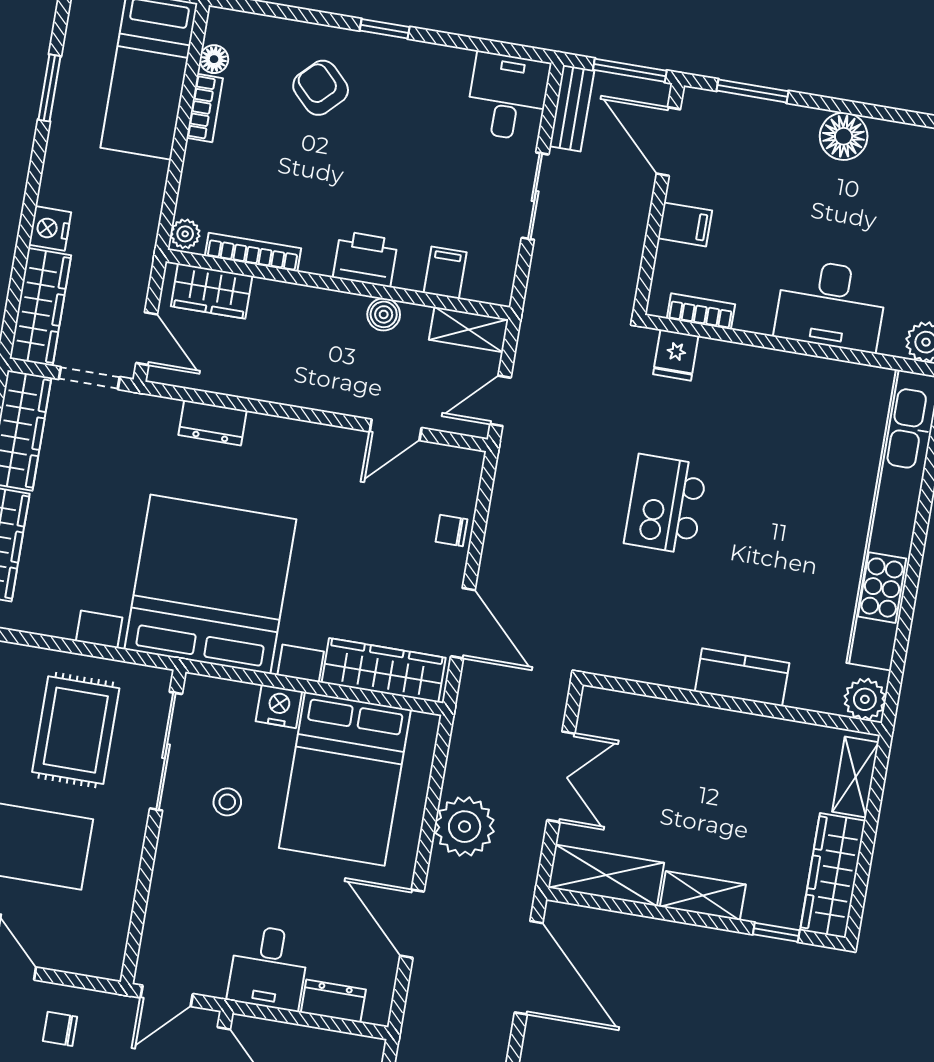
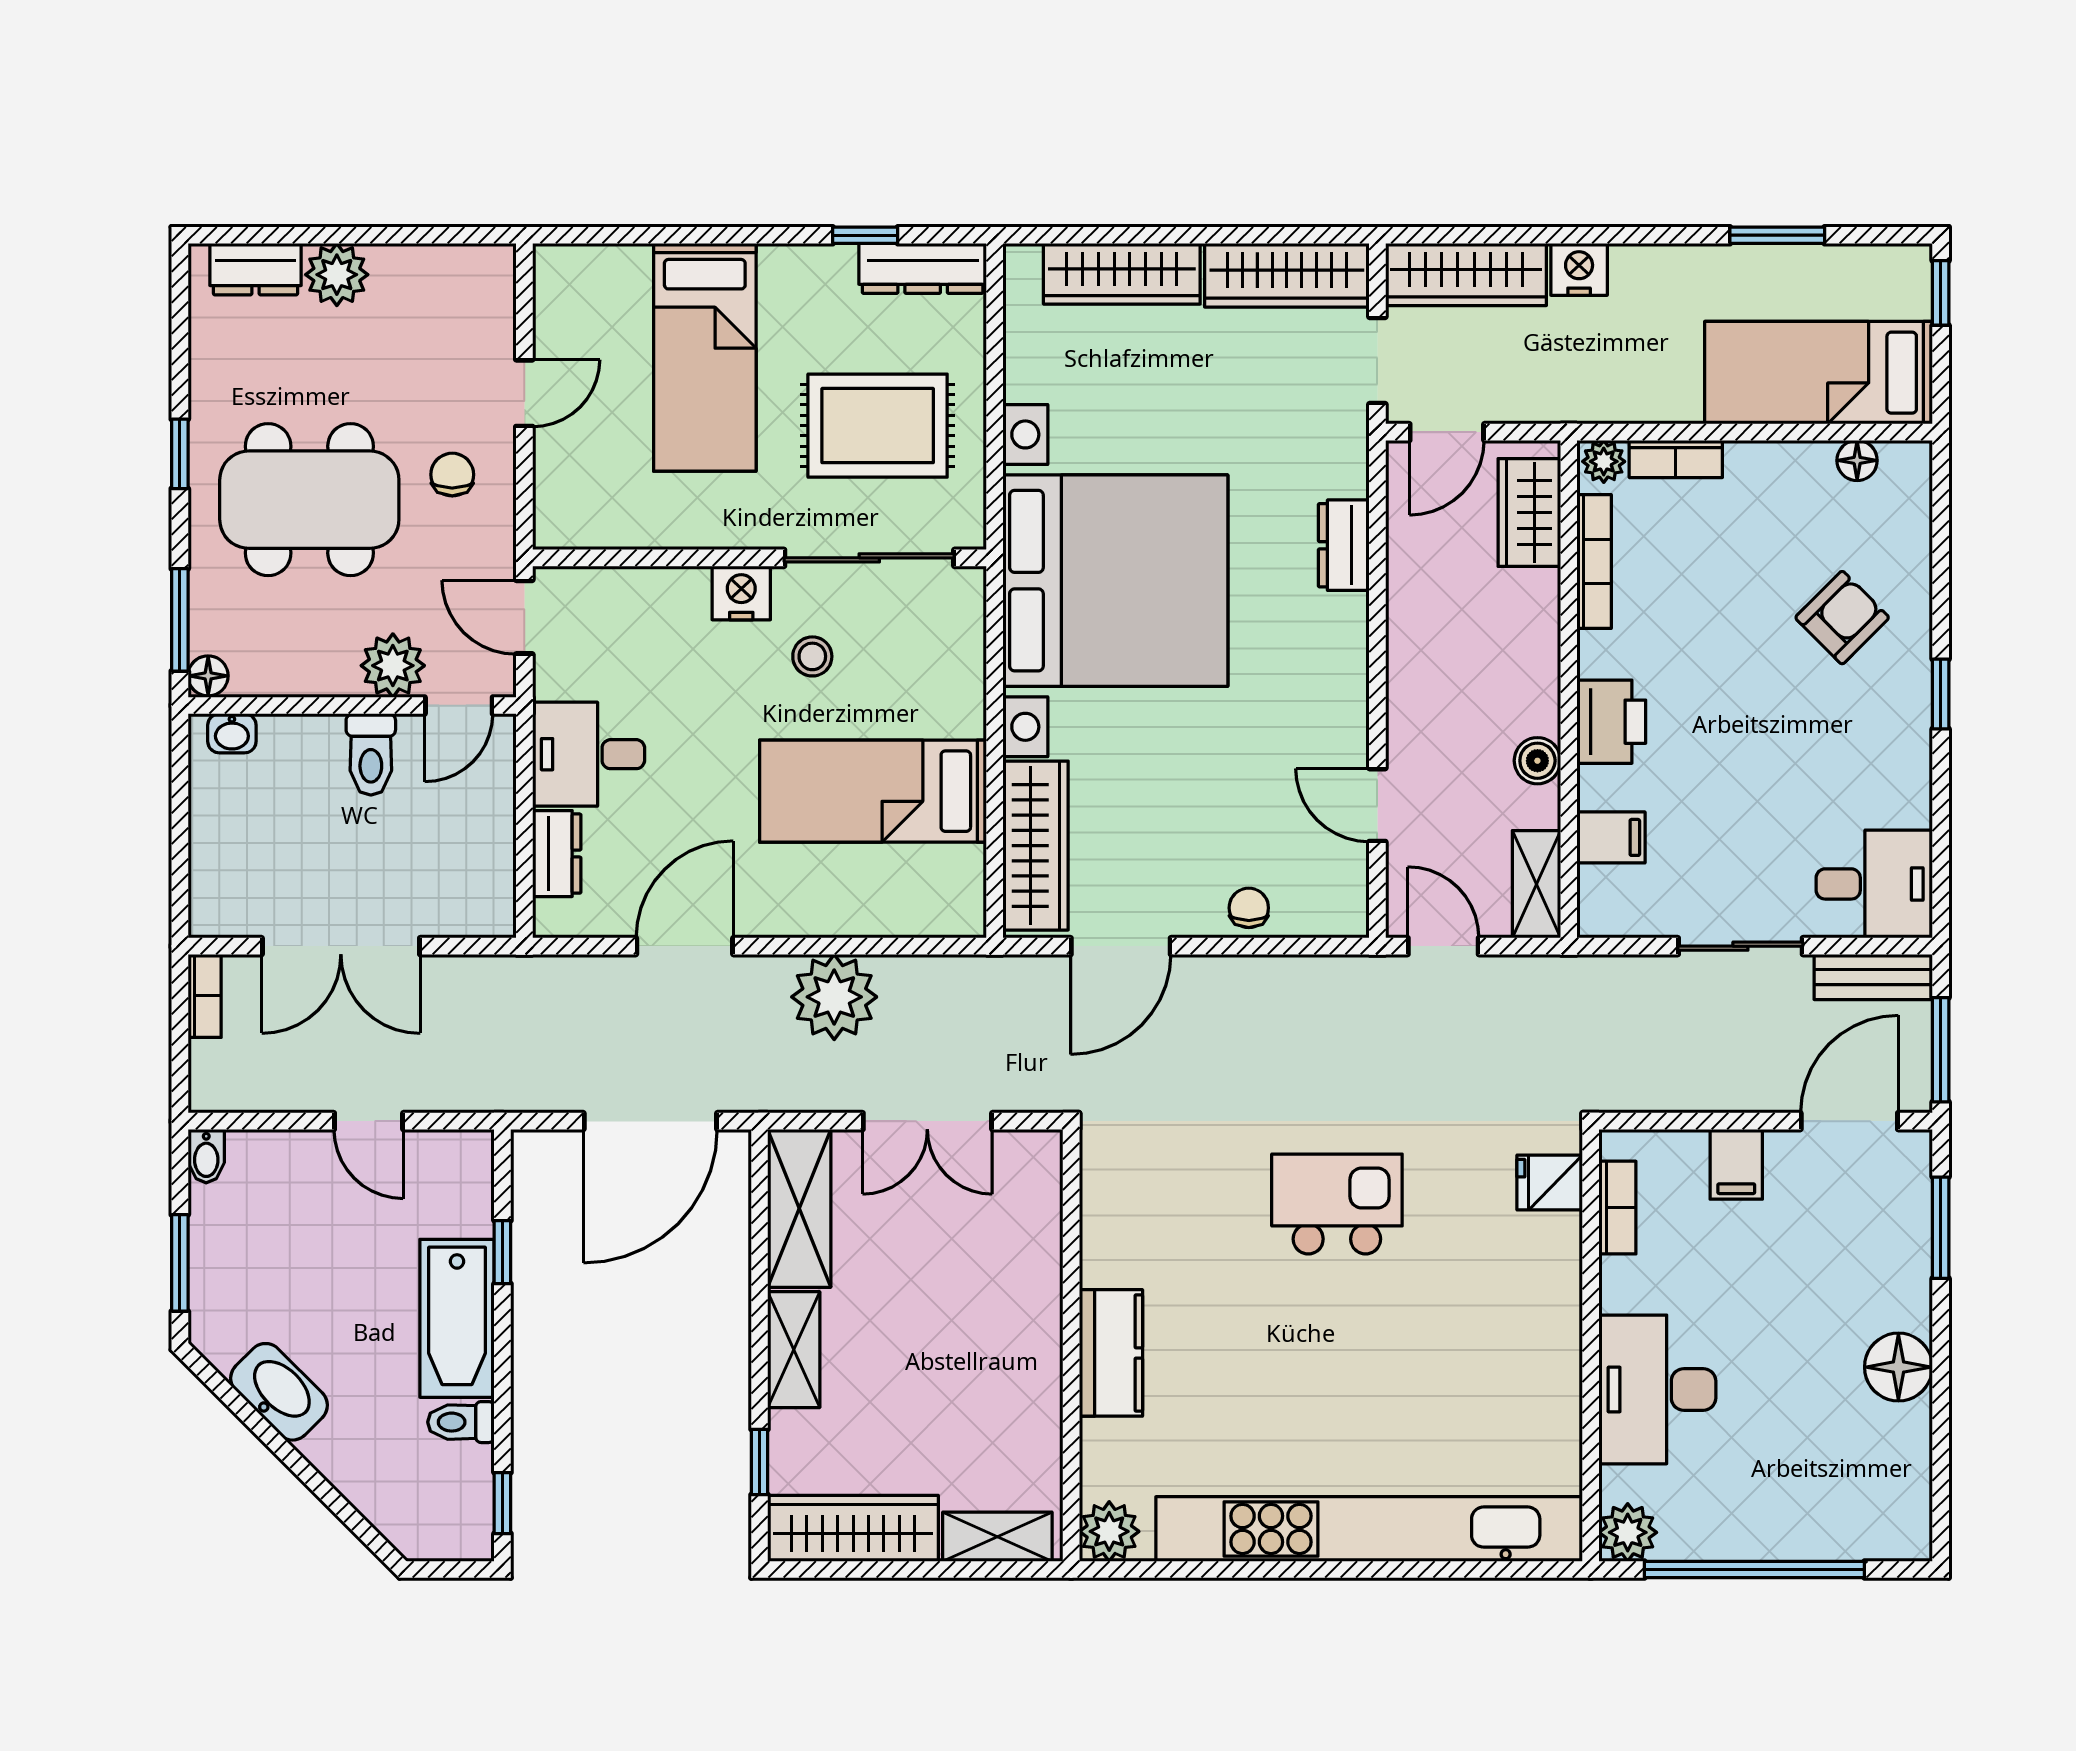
bookcase: (205, 108) -> (1676, 459), moved
nightstand: (279, 706) -> (741, 593), moved, turned -90
bed: (345, 779) -> (873, 791), width x0.67

